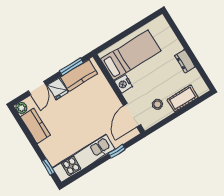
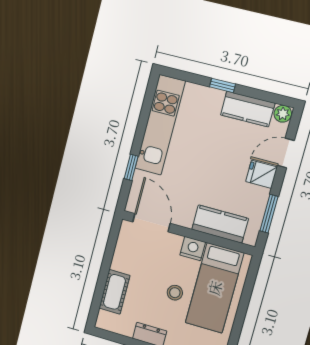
kitchen counter: (79, 75) -> (220, 224), moved, turned 90
door: (37, 88) -> (286, 153), hinge flipped
stool: (157, 104) -> (175, 293), moved
window: (48, 167) -> (223, 85), moved

